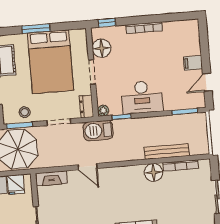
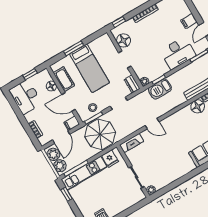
bed: (51, 62) -> (90, 68), width x0.67
desk: (142, 97) -> (178, 53), moved
barbecue: (98, 131) -> (160, 89), moved

